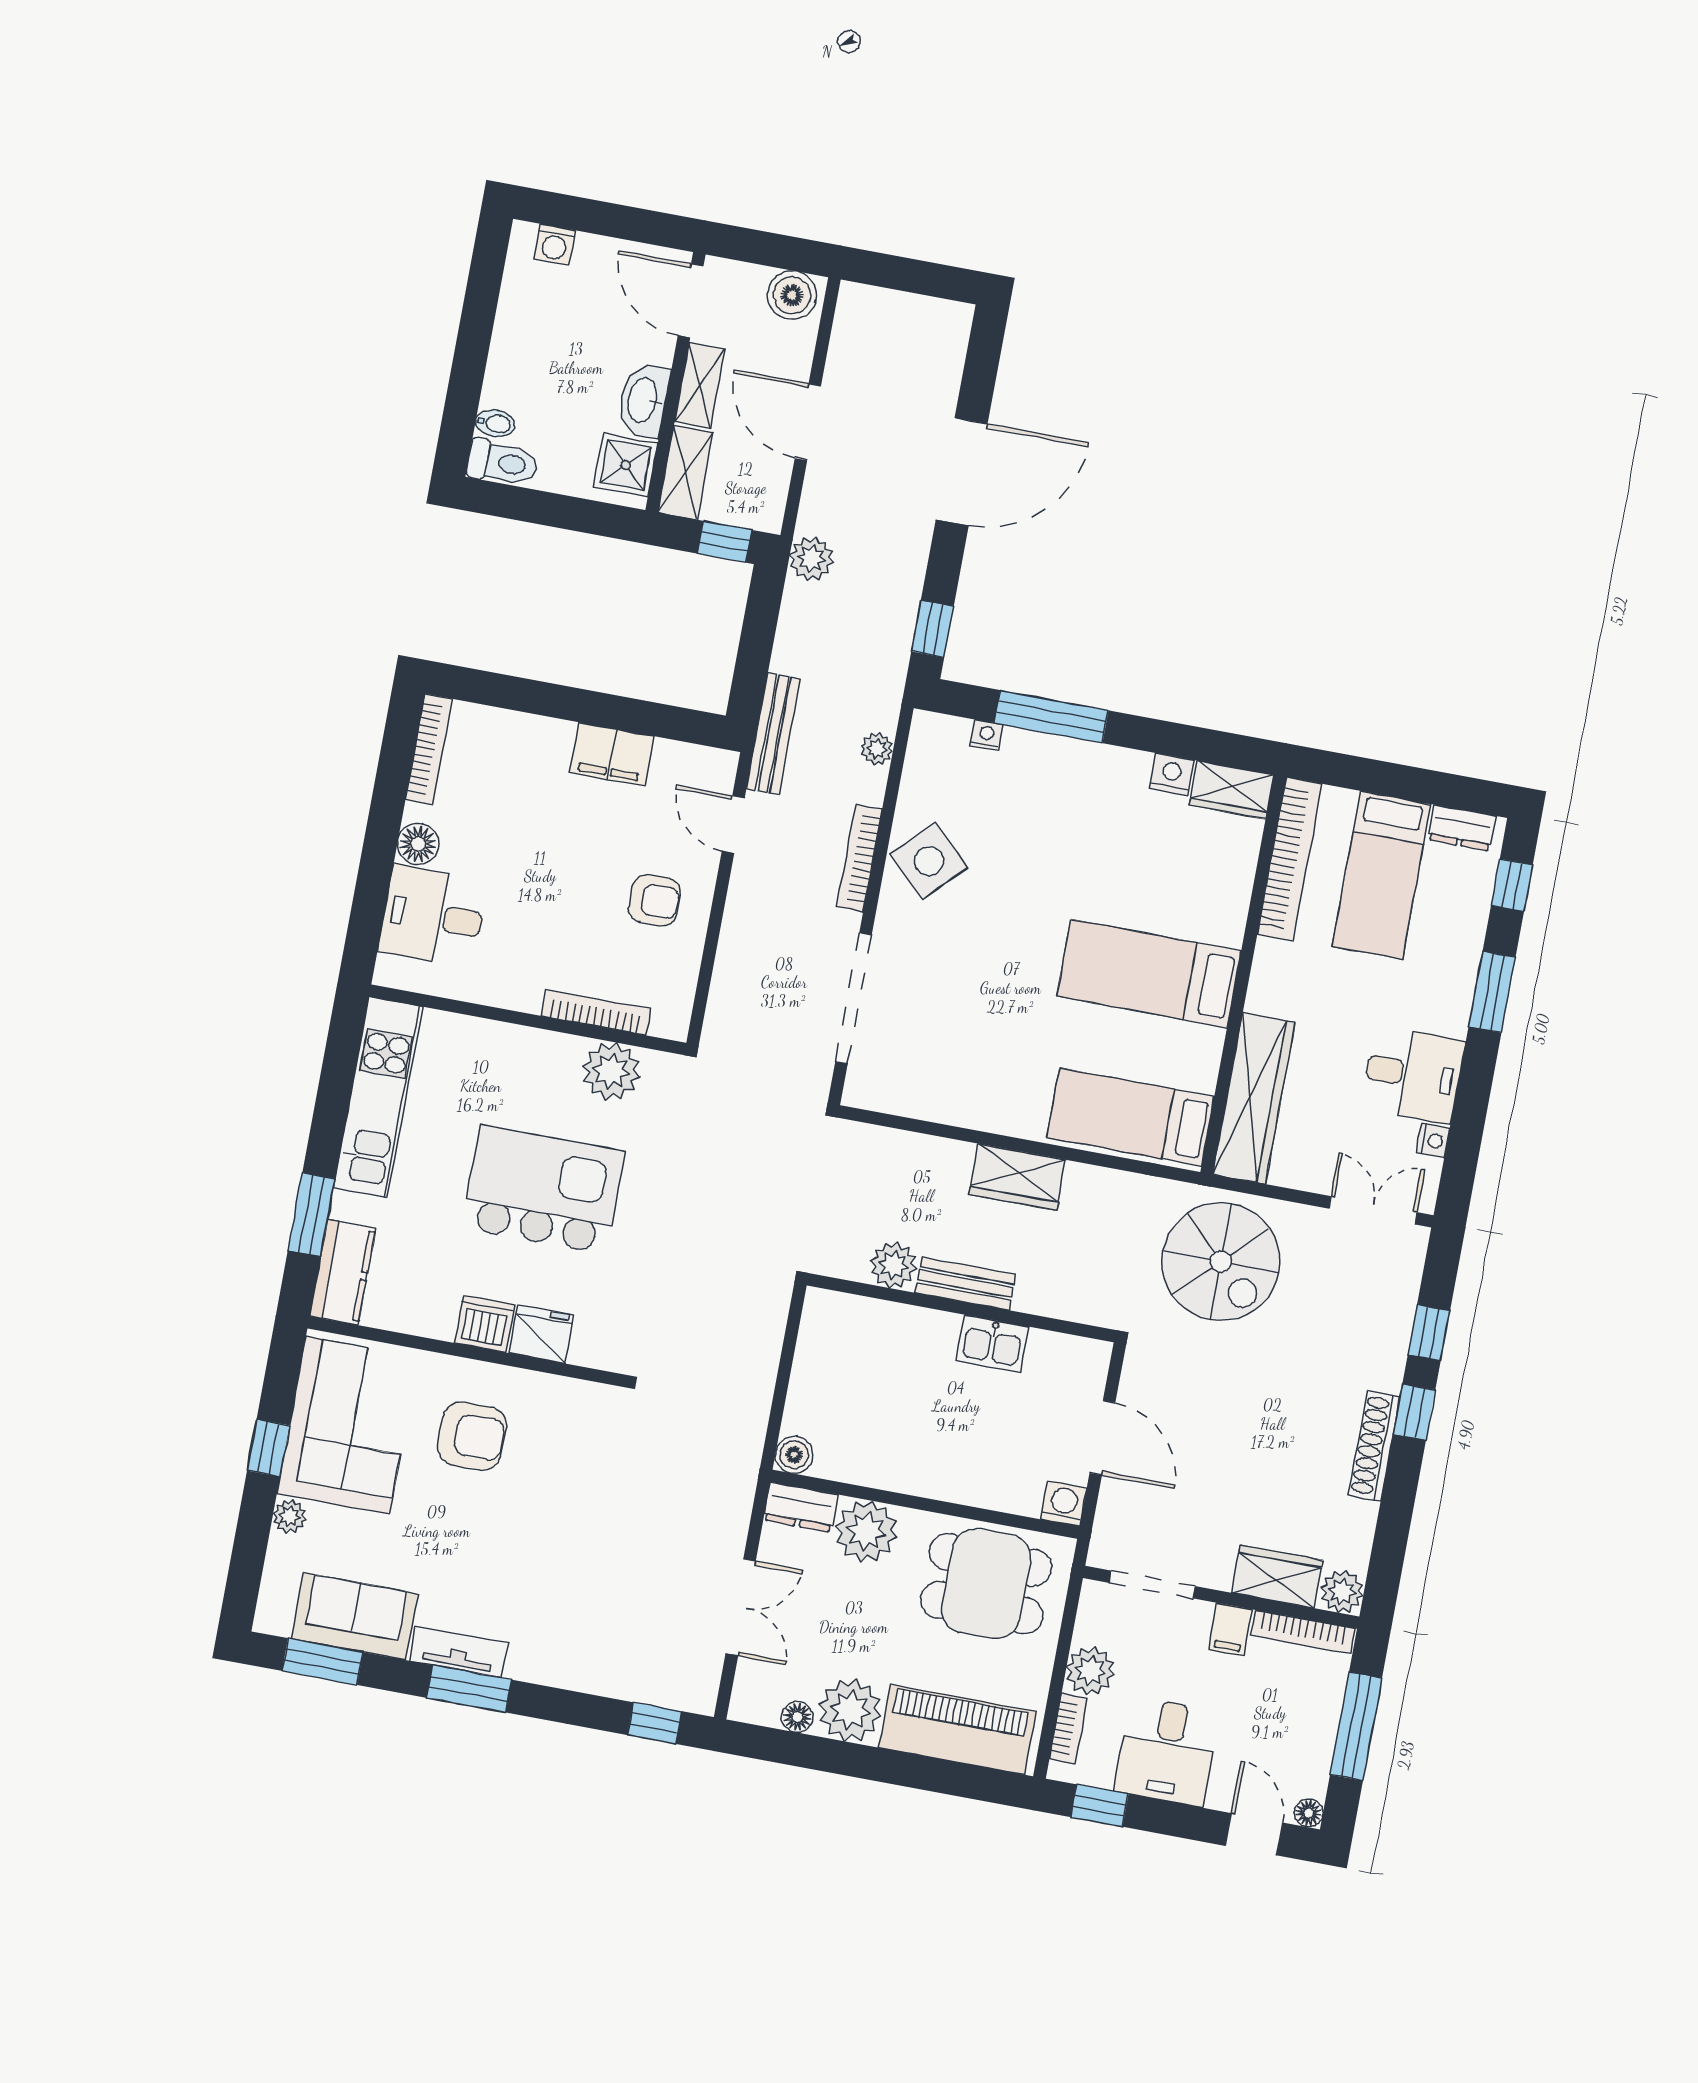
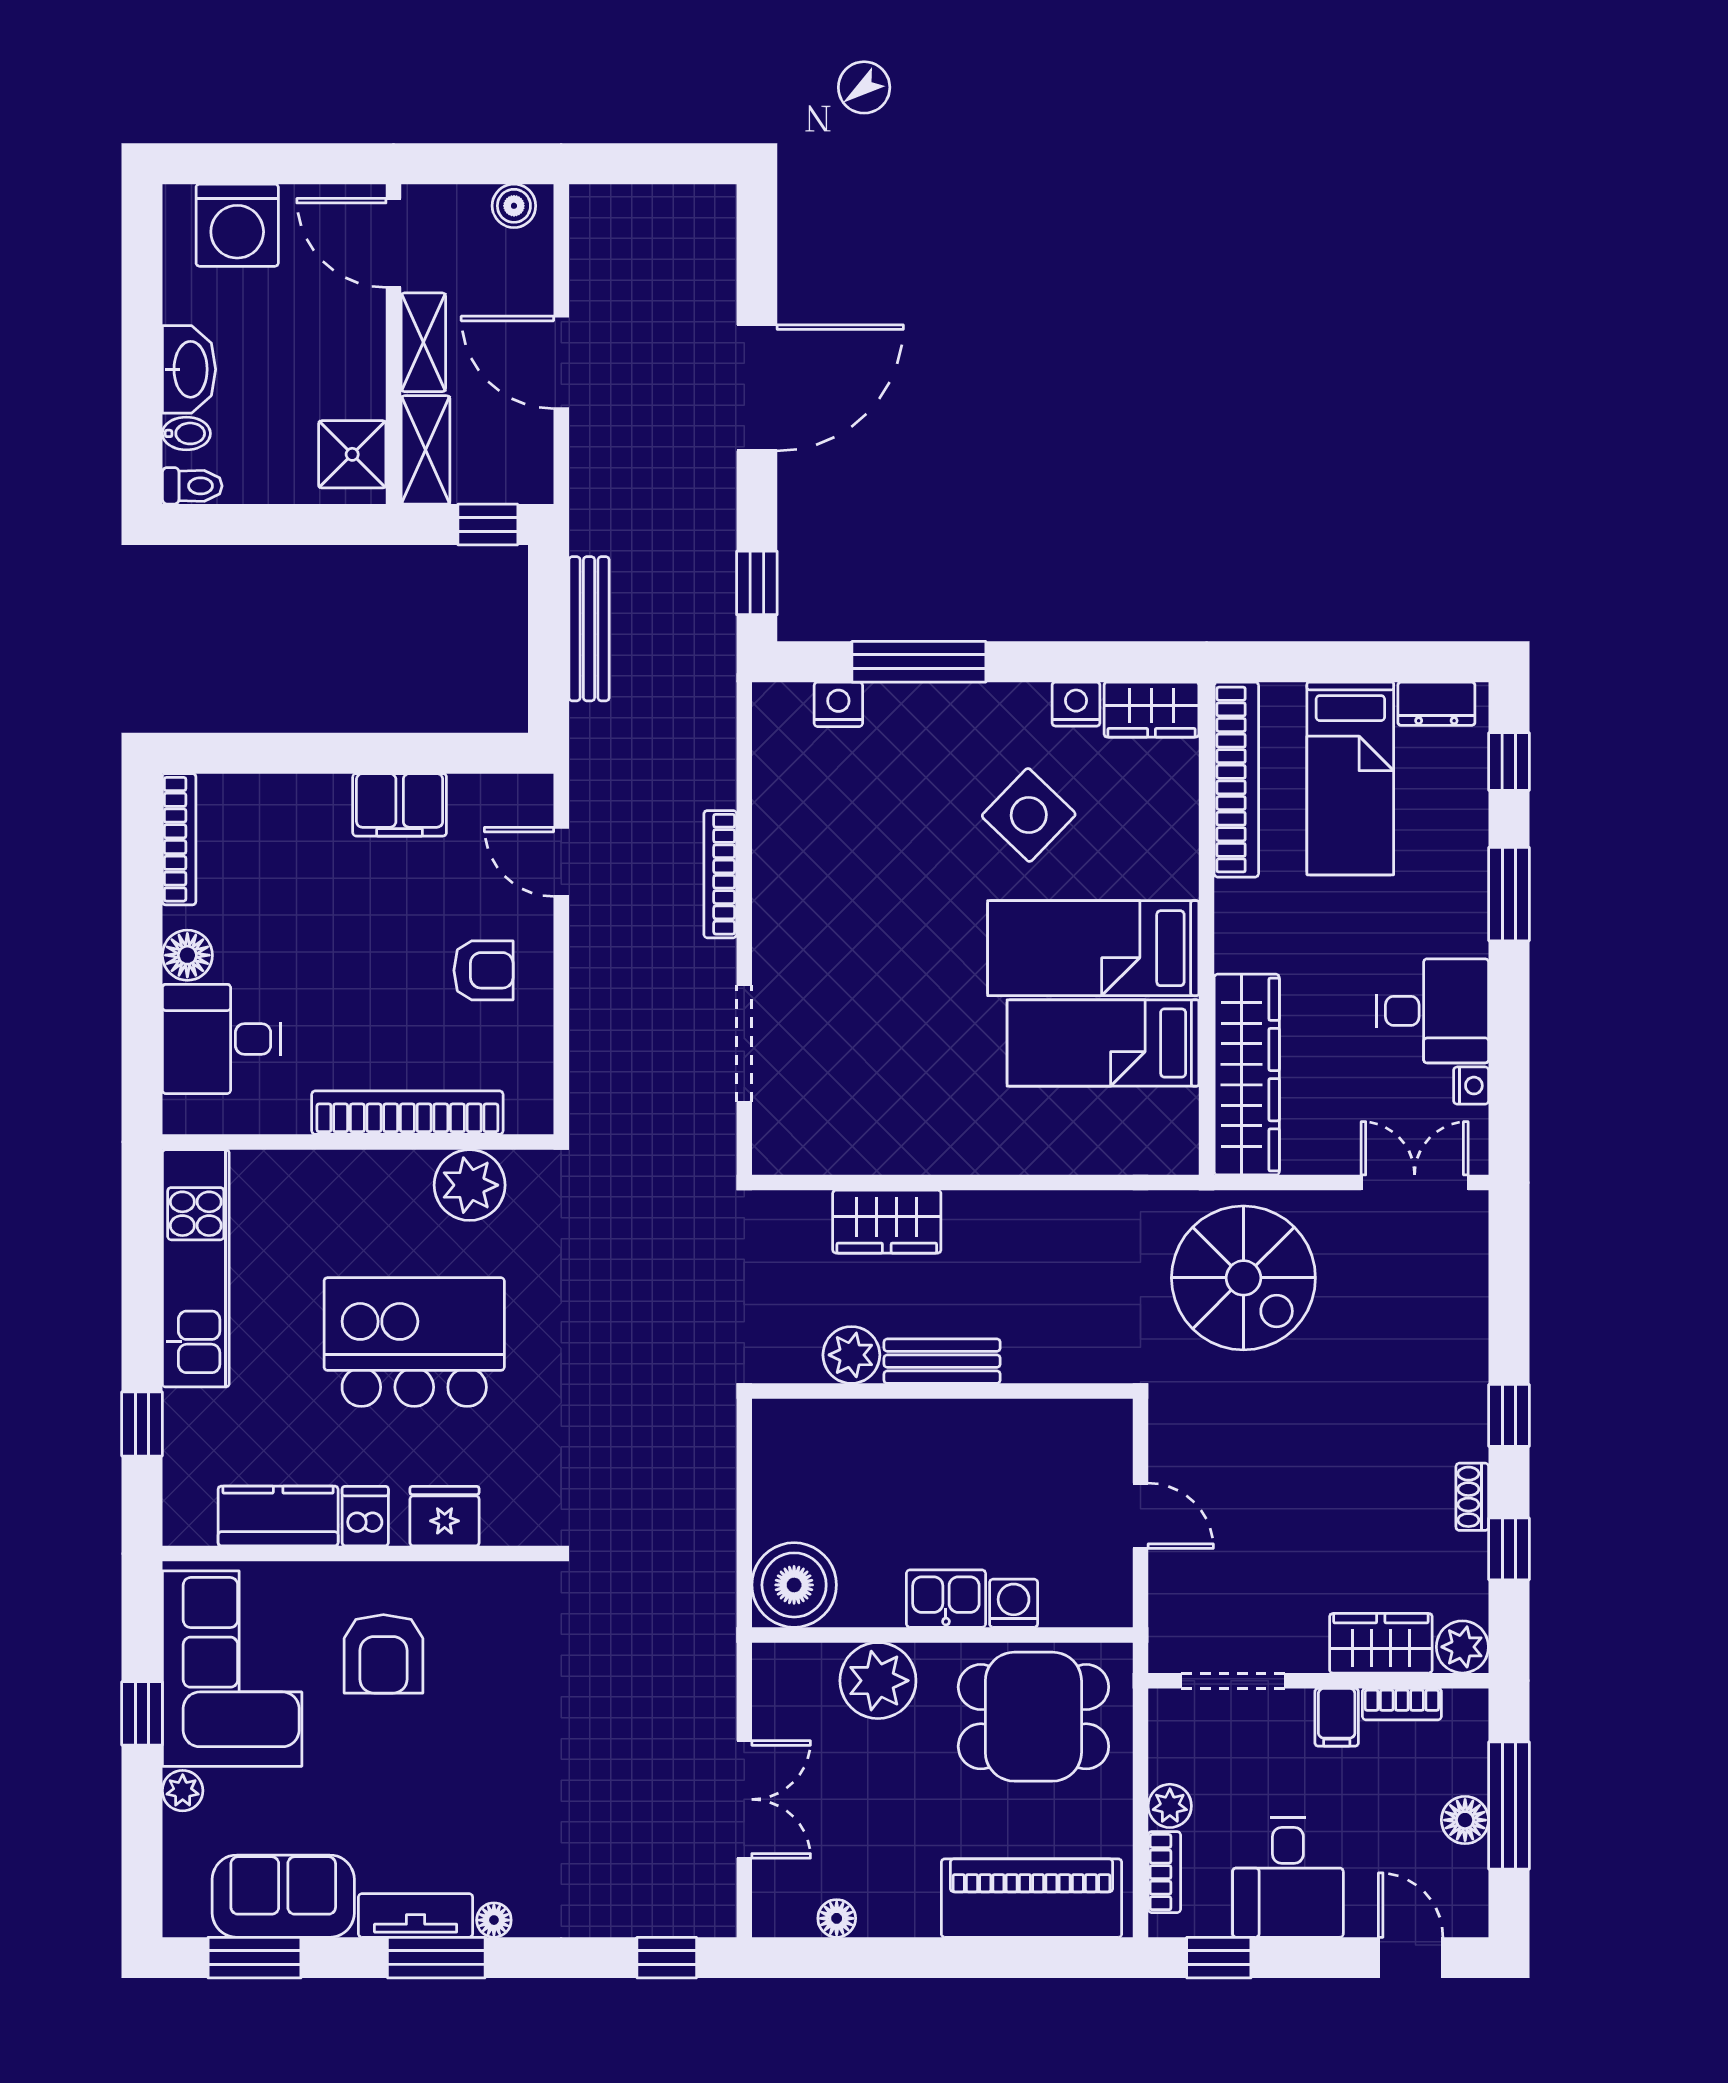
washing machine: (555, 245) -> (237, 225), width x1.89, depth x1.89
boiler: (792, 295) -> (514, 206), width x0.73, depth x0.73
washbasin: (643, 400) -> (189, 369), moved, turned 180
toilet: (502, 463) -> (192, 486), width x0.73, depth x0.72
plant: (811, 559) -> (596, 526), removed
bench: (773, 734) -> (589, 629), moved
nightstand: (986, 735) -> (838, 704), width x1.39, depth x1.35
plant: (877, 749) -> (717, 739), removed
side table: (929, 861) -> (1029, 815), moved
doorway: (853, 998) -> (744, 1044), width x0.73
bookcase: (596, 1012) -> (407, 1113), width x1.48, depth x1.31
bed: (1131, 1117) -> (1103, 1043), moved
wardrobe: (1017, 1177) -> (887, 1222), moved
window: (312, 1215) -> (142, 1424), width x0.67
kitchen counter: (343, 1272) -> (278, 1516), moved, turned -90
dishwasher: (485, 1324) -> (365, 1516), width x0.73
window: (1429, 1333) -> (1509, 1549), moved
kitchen sink: (992, 1344) -> (946, 1599), moved, turned 180
armchair: (472, 1436) -> (383, 1654), turned 90
door: (1102, 1438) -> (1141, 1516), width x0.73
shoe rack: (1374, 1446) -> (1472, 1497), width x0.51, depth x0.81
boiler: (794, 1455) -> (794, 1585), width x1.86, depth x1.86
washing machine: (1064, 1504) -> (1014, 1603), moved
dresser: (801, 1507) -> (794, 1666), removed
bookcase: (1303, 1632) -> (1402, 1704), width x0.64
floor lamp: (521, 1667) -> (494, 1920), added
plant: (1090, 1671) -> (1170, 1806), width x0.73, depth x0.73
plant: (850, 1710) -> (898, 1898), removed
floor lamp: (1309, 1813) -> (1465, 1820), moved, width x1.37, depth x1.37

